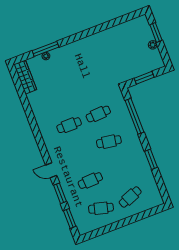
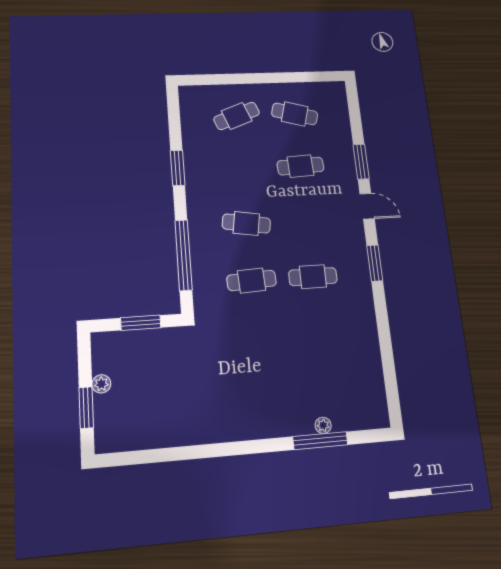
wardrobe: (25, 77) -> (374, 395), removed
window: (70, 219) -> (375, 263), moved

